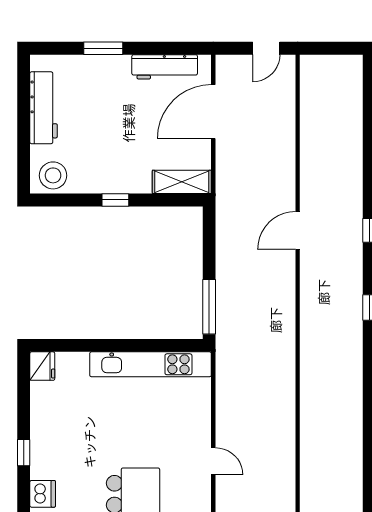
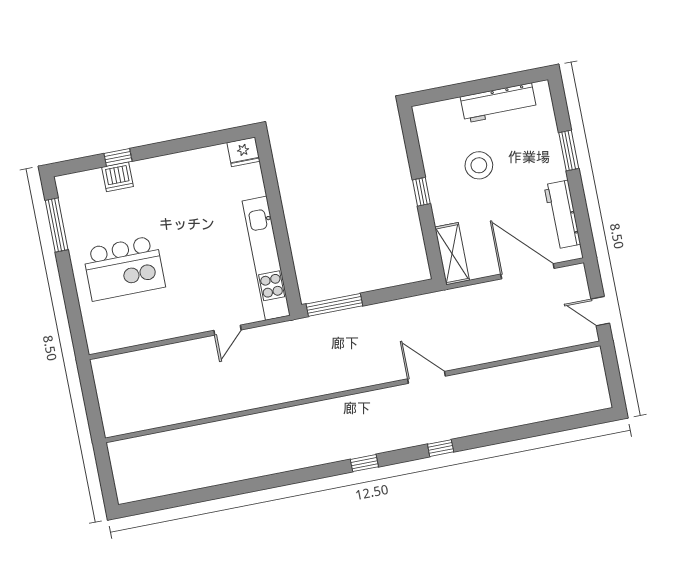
stool: (53, 175) -> (479, 165), moved
window: (24, 453) -> (118, 157), moved
door: (213, 461) -> (227, 330), moved

